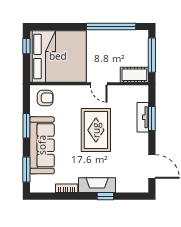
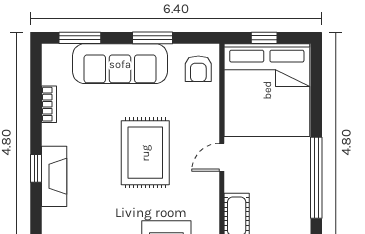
window: (26, 46) -> (264, 38), moved
rug: (96, 130) -> (145, 153), turned 90
fireplace: (97, 185) -> (54, 176), moved

